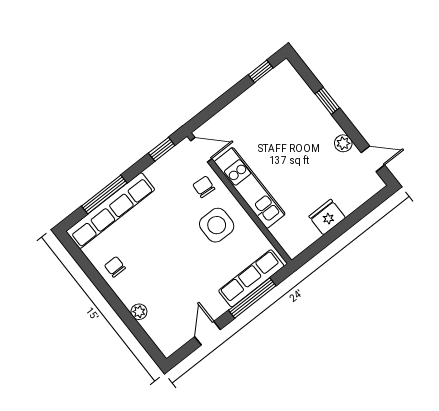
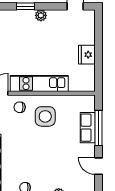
plant: (343, 143) -> (41, 15), moved
row of seats: (251, 278) -> (88, 128), width x0.68

